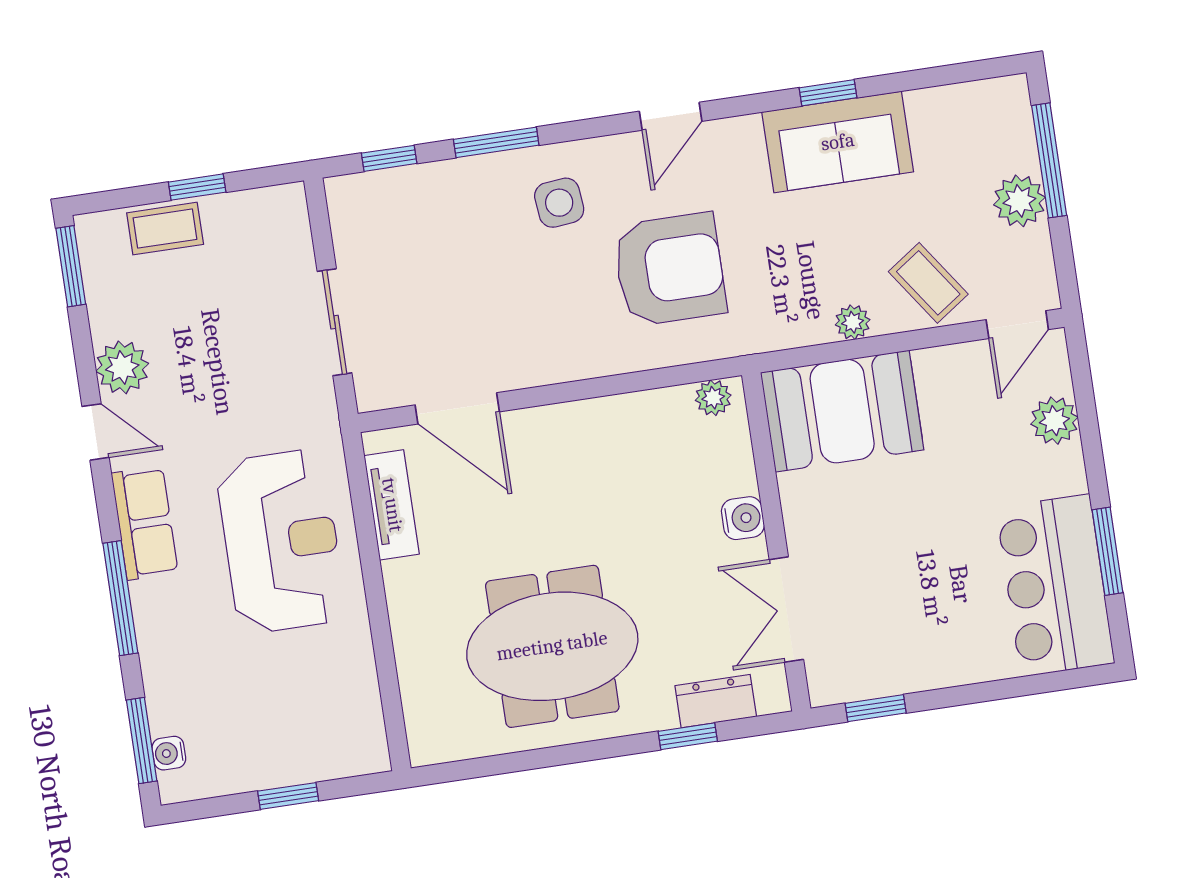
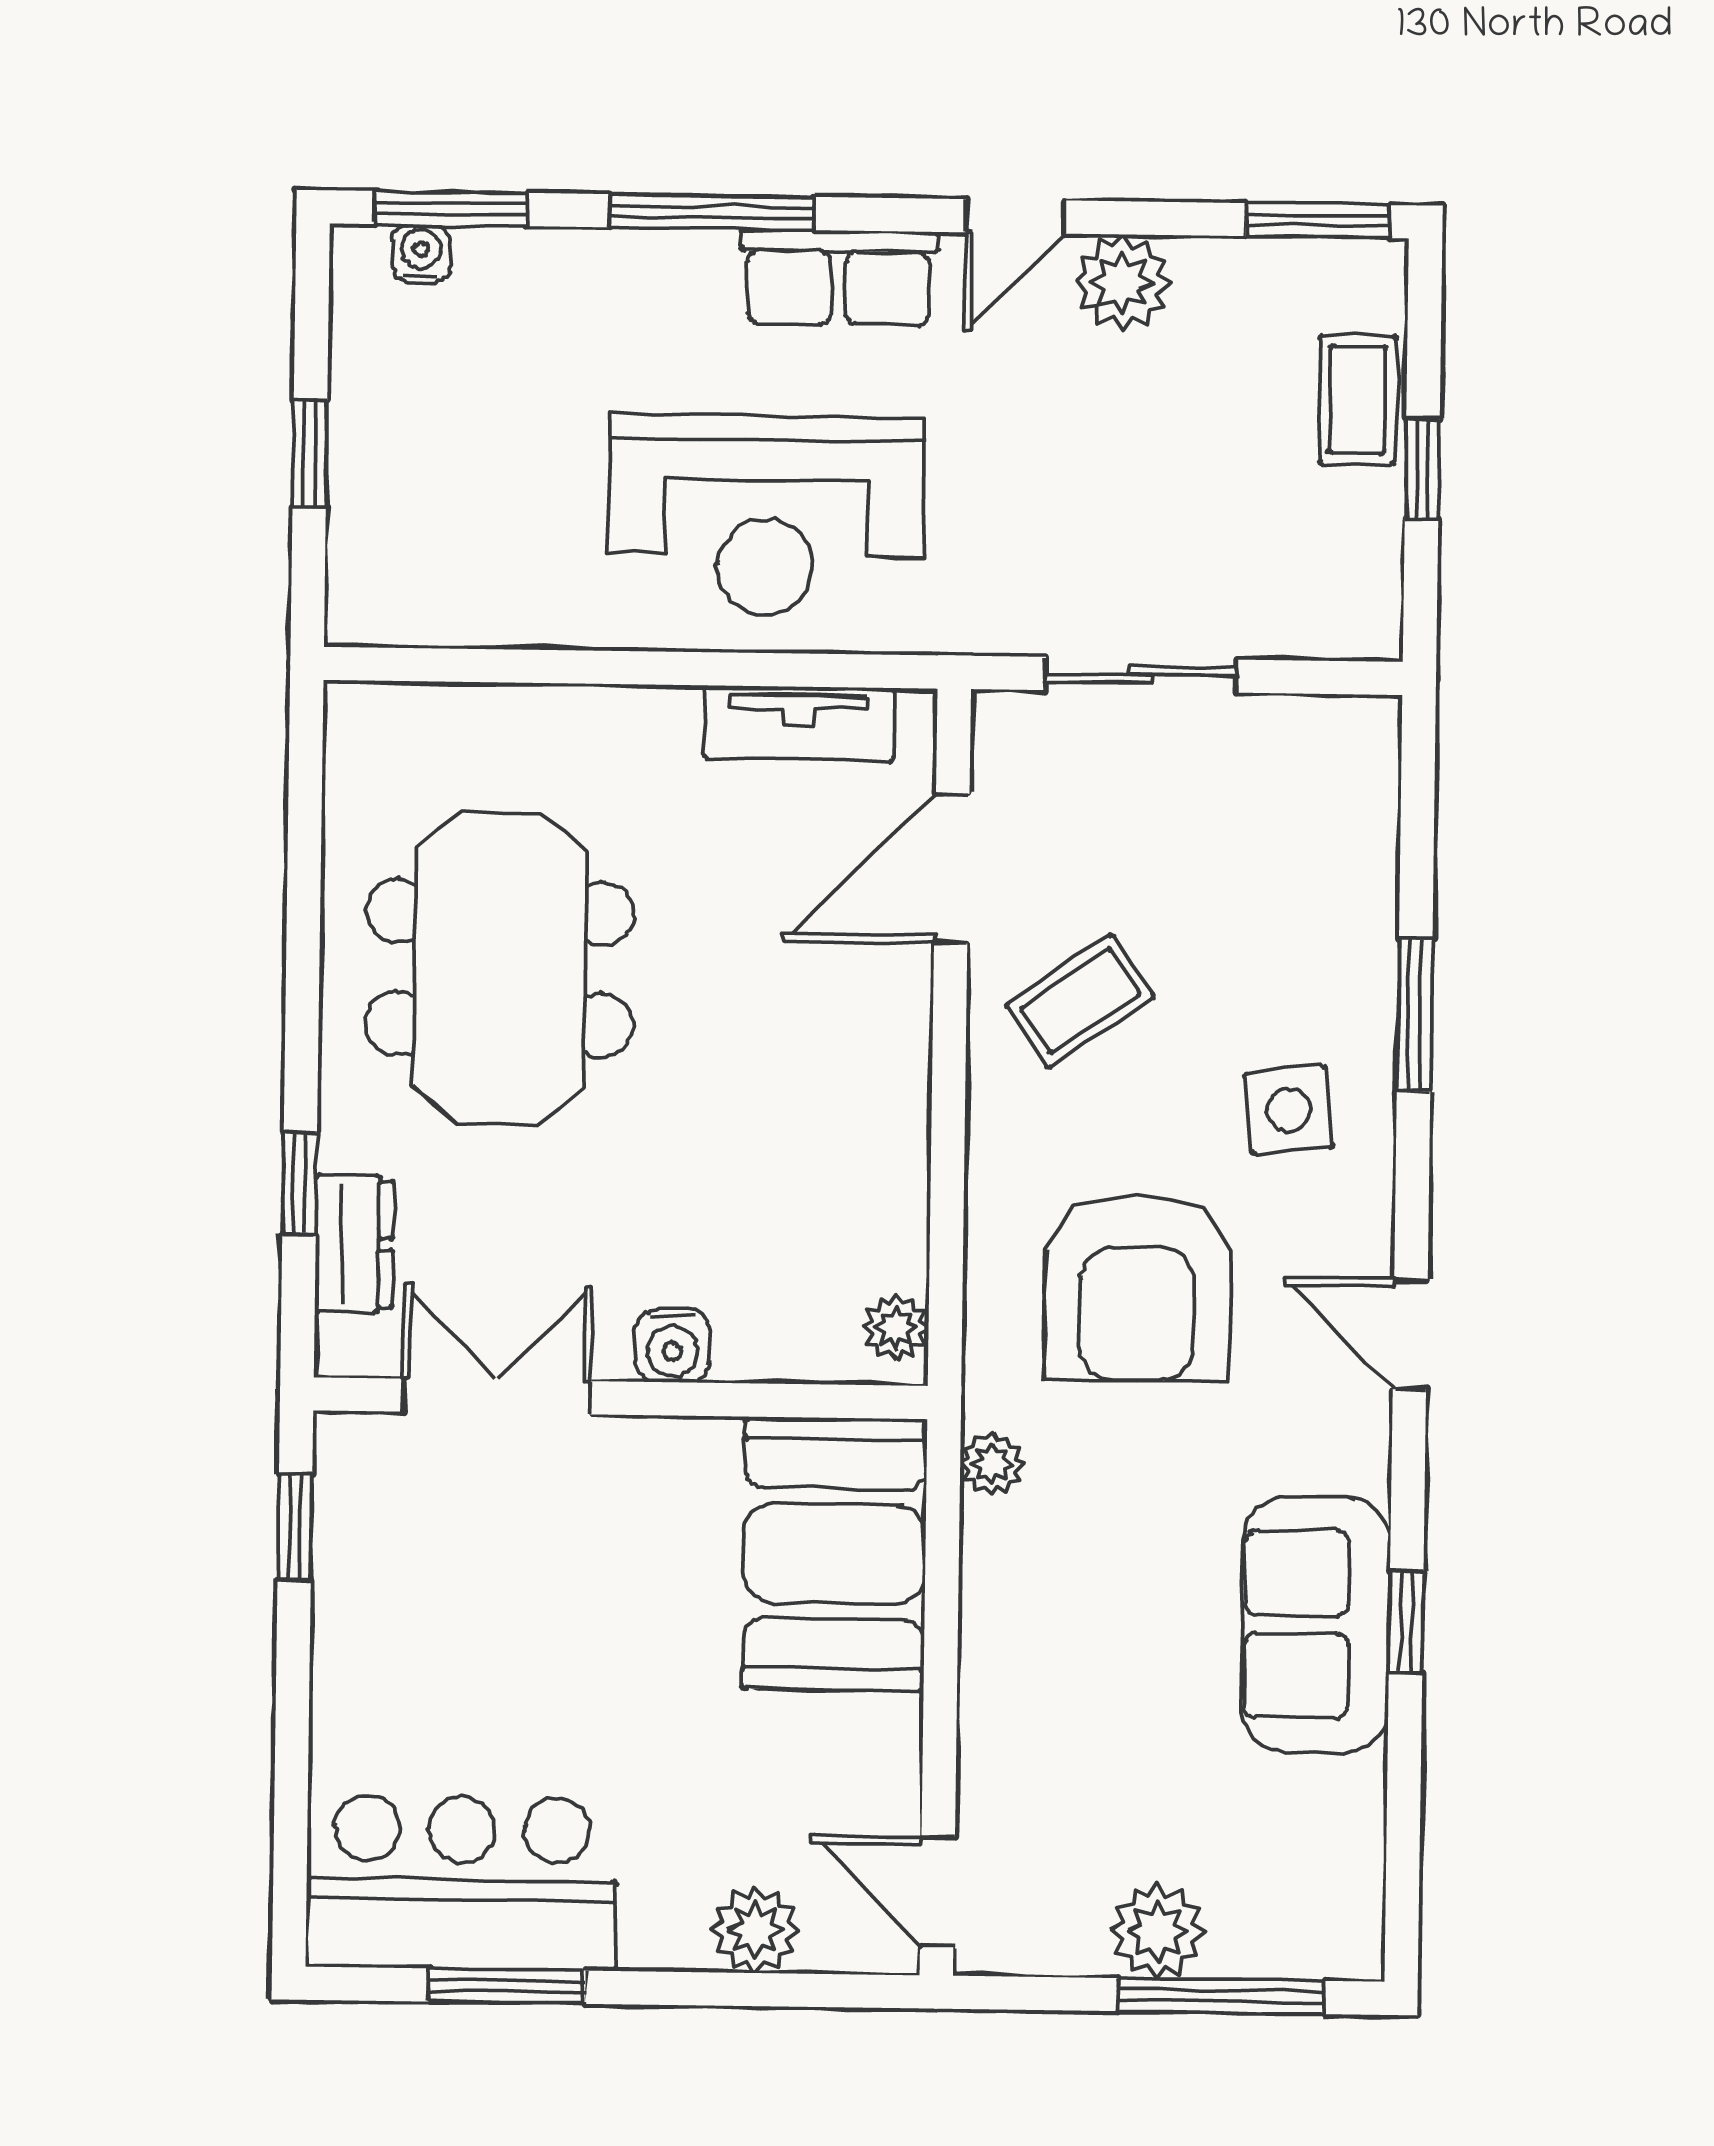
window: (389, 158) -> (1417, 820), removed
coffee table: (928, 283) -> (1080, 1001), moved
plant: (853, 322) -> (992, 1464), moved

